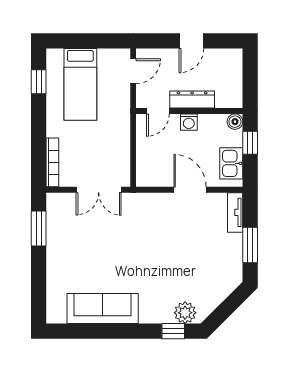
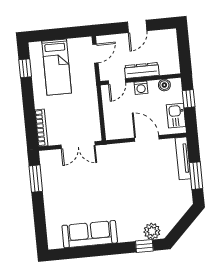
boiler: (235, 122) -> (164, 85), moved
tv unit: (235, 212) -> (183, 158), width x1.41

